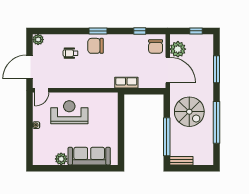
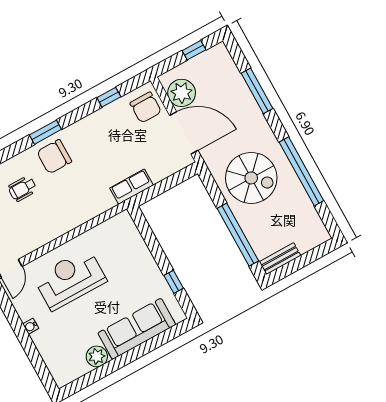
window: (121, 143) -> (174, 282), added

